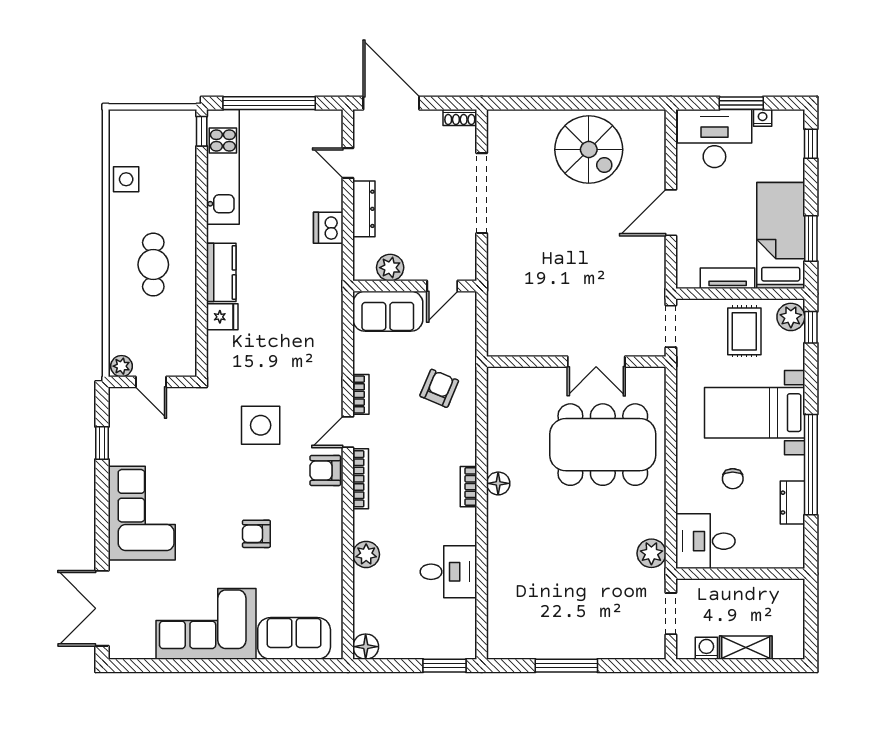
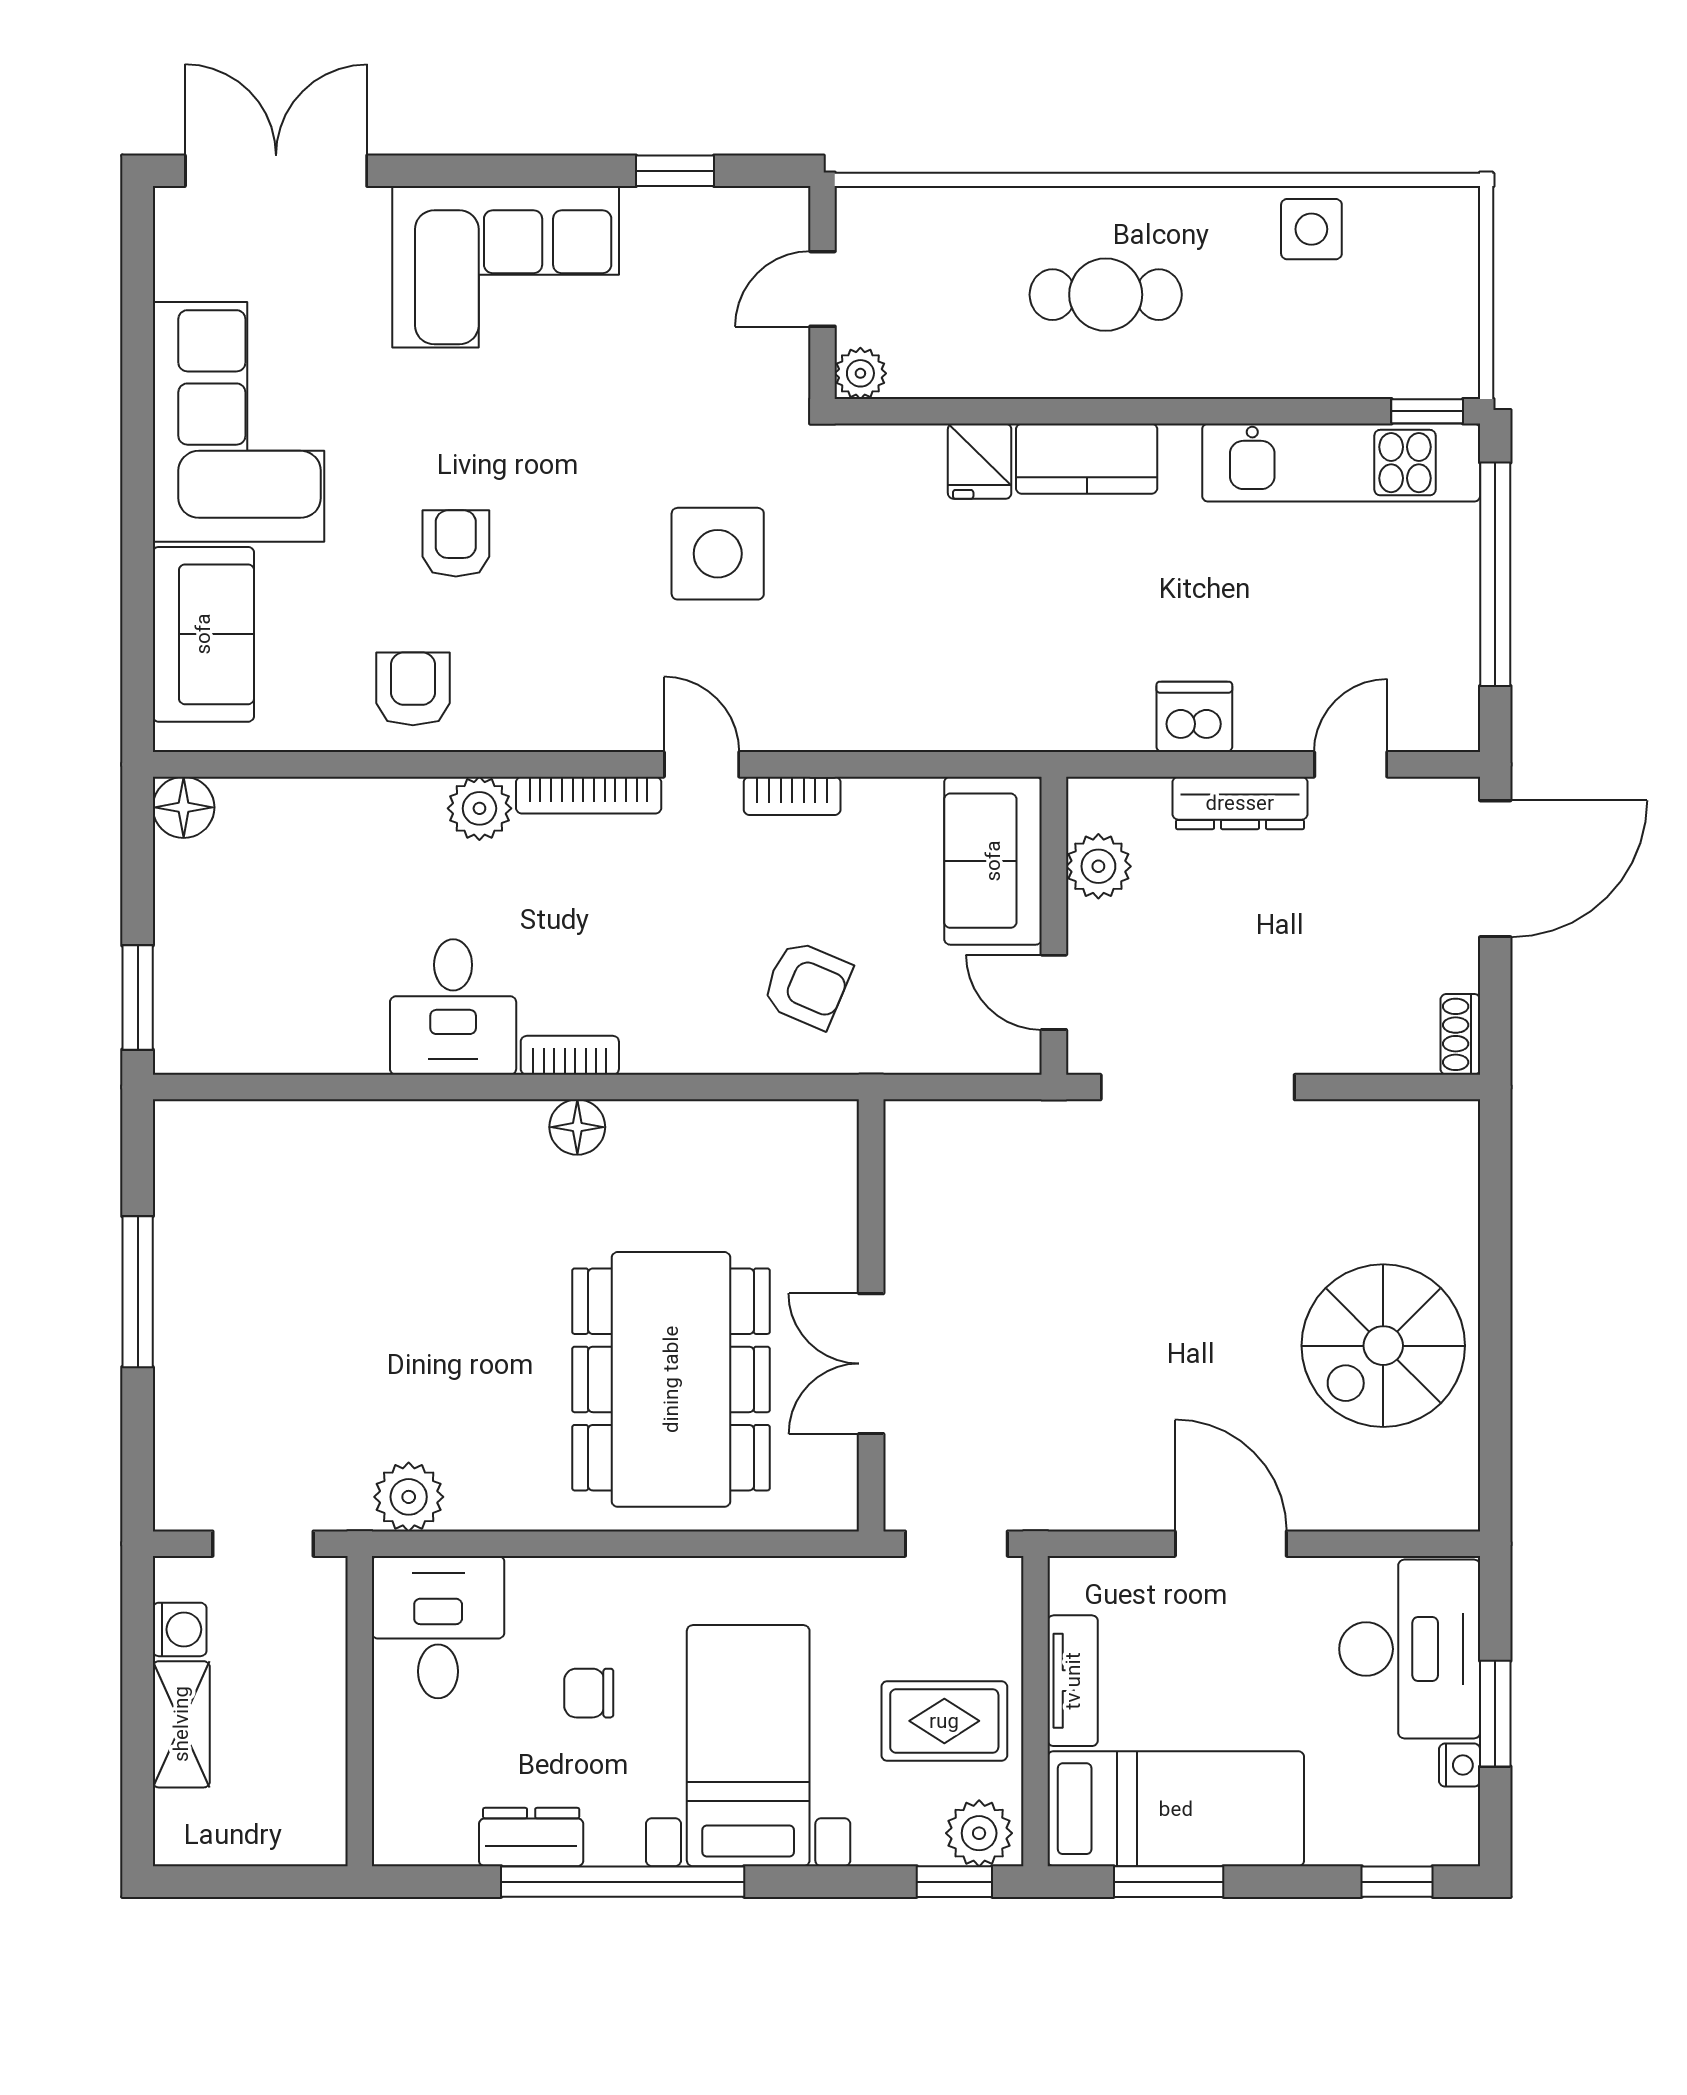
doorway: (482, 193) -> (1198, 1087), moved
plant: (122, 366) -> (860, 373), moved
armchair: (325, 471) -> (413, 689), moved
plant: (366, 554) -> (479, 808), moved
desk: (448, 572) -> (453, 1007), moved

